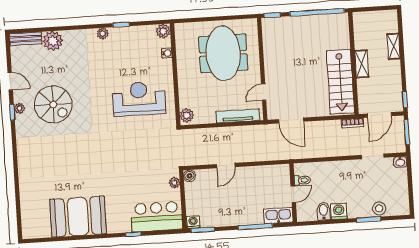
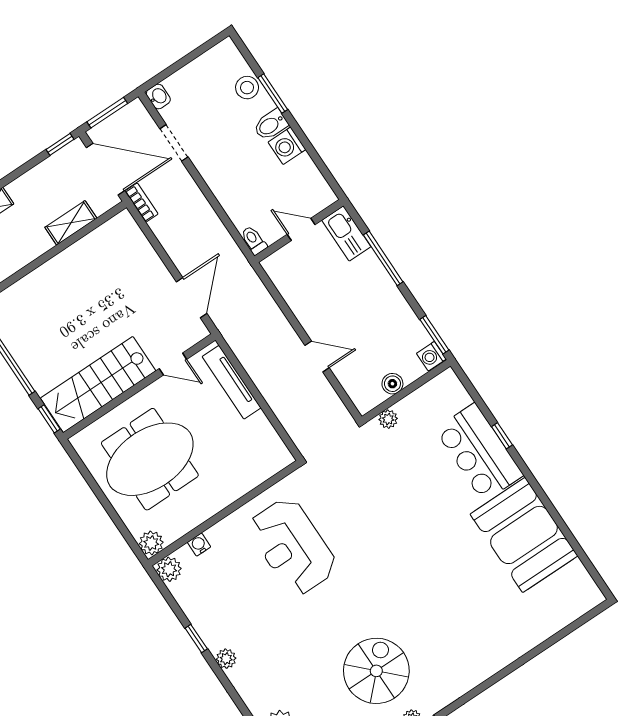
shelving: (362, 64) -> (71, 223), moved
stairs: (340, 82) -> (98, 384), moved, turned 180
plant: (187, 115) -> (151, 543), moved
door: (379, 115) -> (106, 169), width x1.36
boiler: (189, 176) -> (392, 384), moved
toilet: (302, 180) -> (254, 240), moved
bidet: (324, 211) -> (271, 125), moved
bar counter: (157, 217) -> (479, 452), moved

